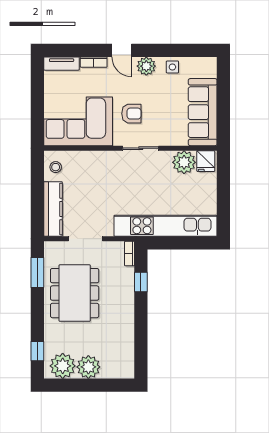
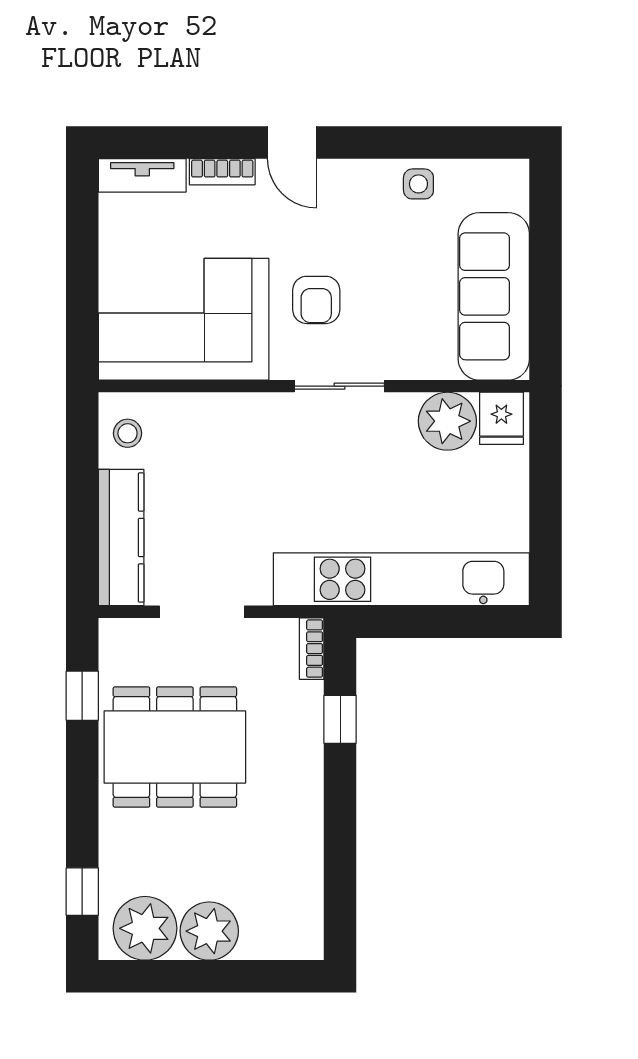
plant: (146, 66) -> (353, 182), removed
armchair: (131, 114) -> (316, 300), turned 90
window: (37, 272) -> (82, 696), width x0.67
dining table: (75, 293) -> (175, 747), turned 90

